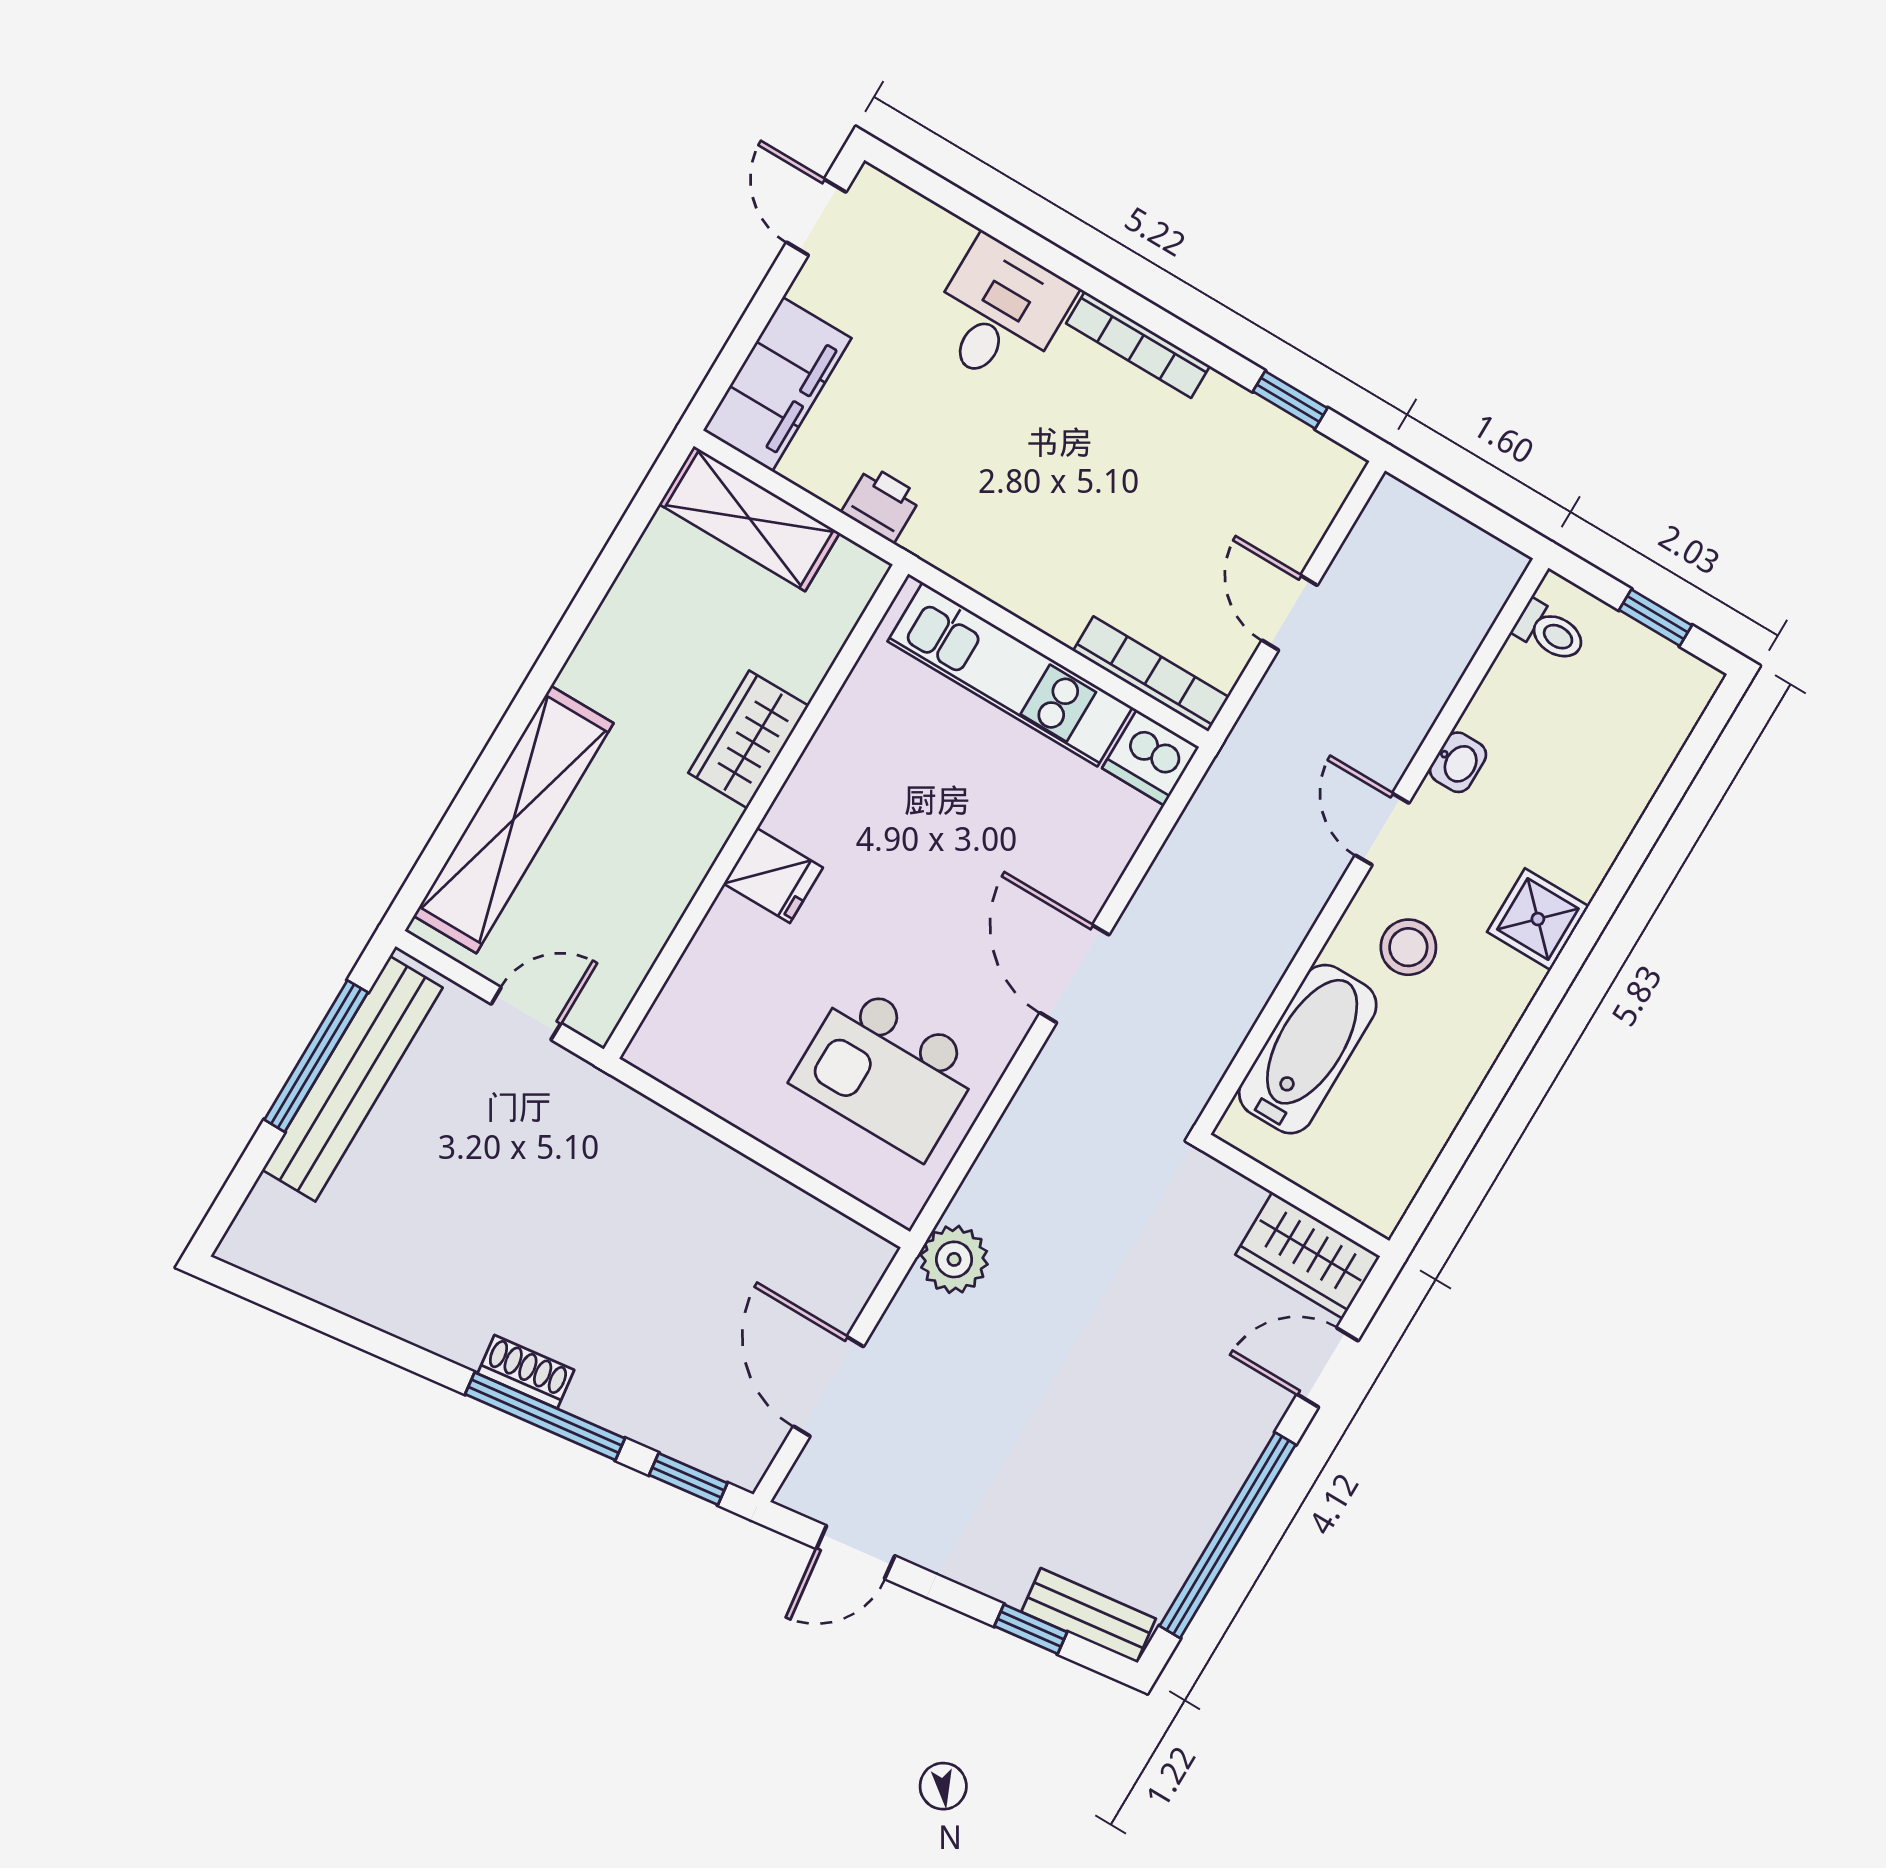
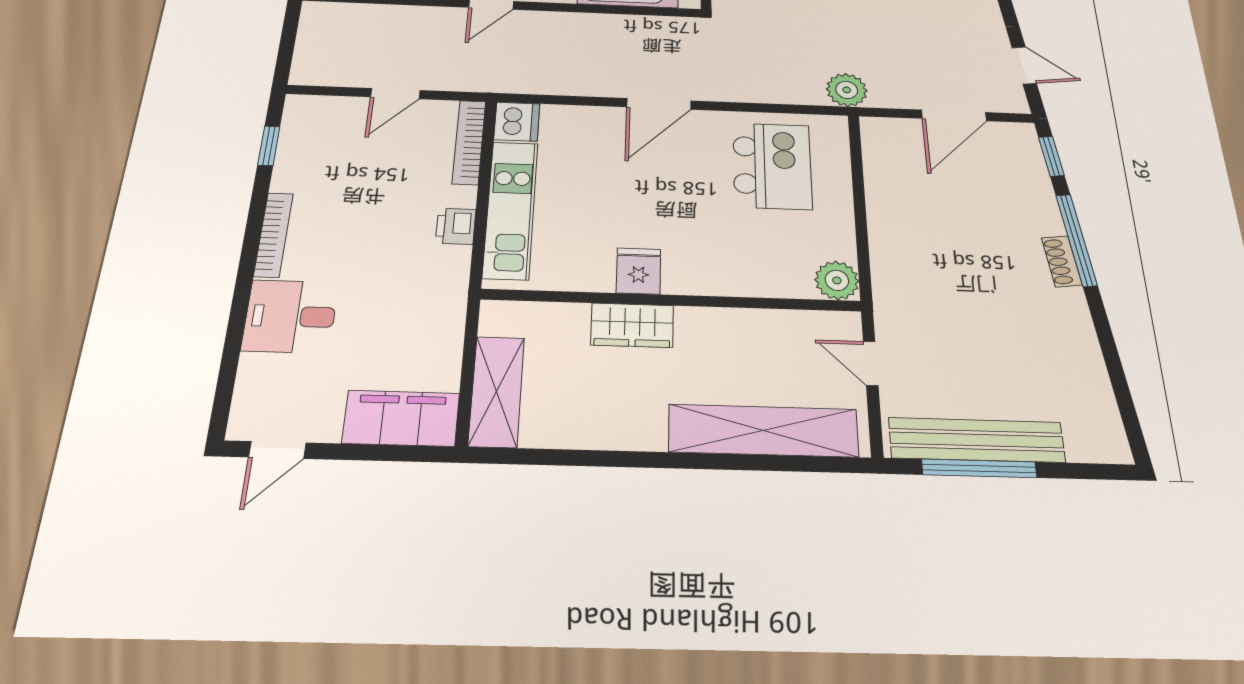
printer: (881, 504) -> (456, 226), moved
fridge: (773, 876) -> (638, 271), moved
plant: (665, 1047) -> (837, 280), added

